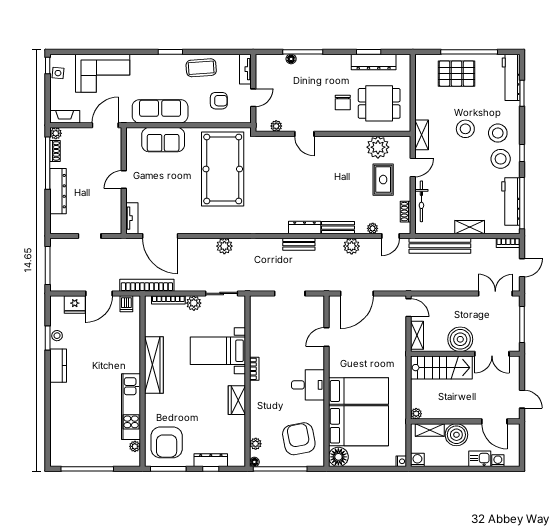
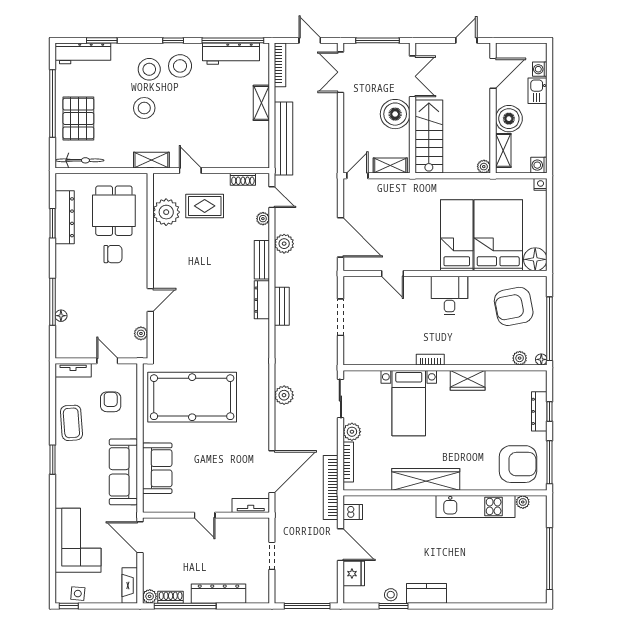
bicycle: (421, 201) -> (80, 160), moved
bookcase: (508, 243) -> (280, 65), width x1.56

